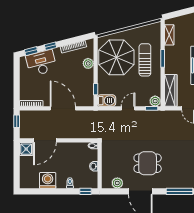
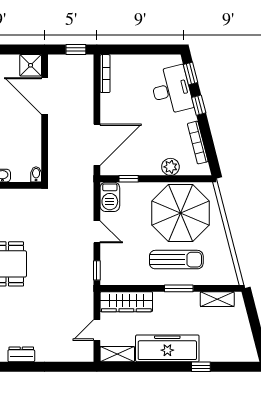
plant: (155, 101) -> (109, 276), removed
door: (63, 108) -> (97, 145), moved

